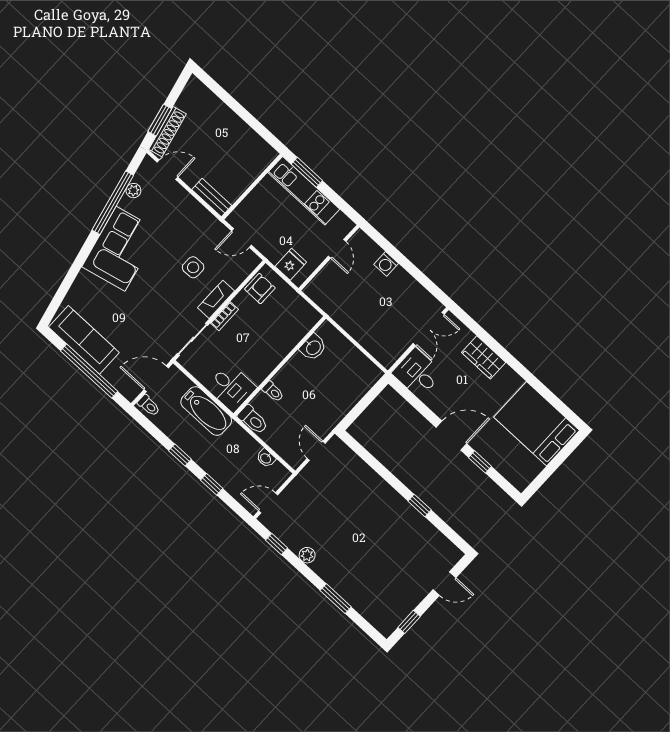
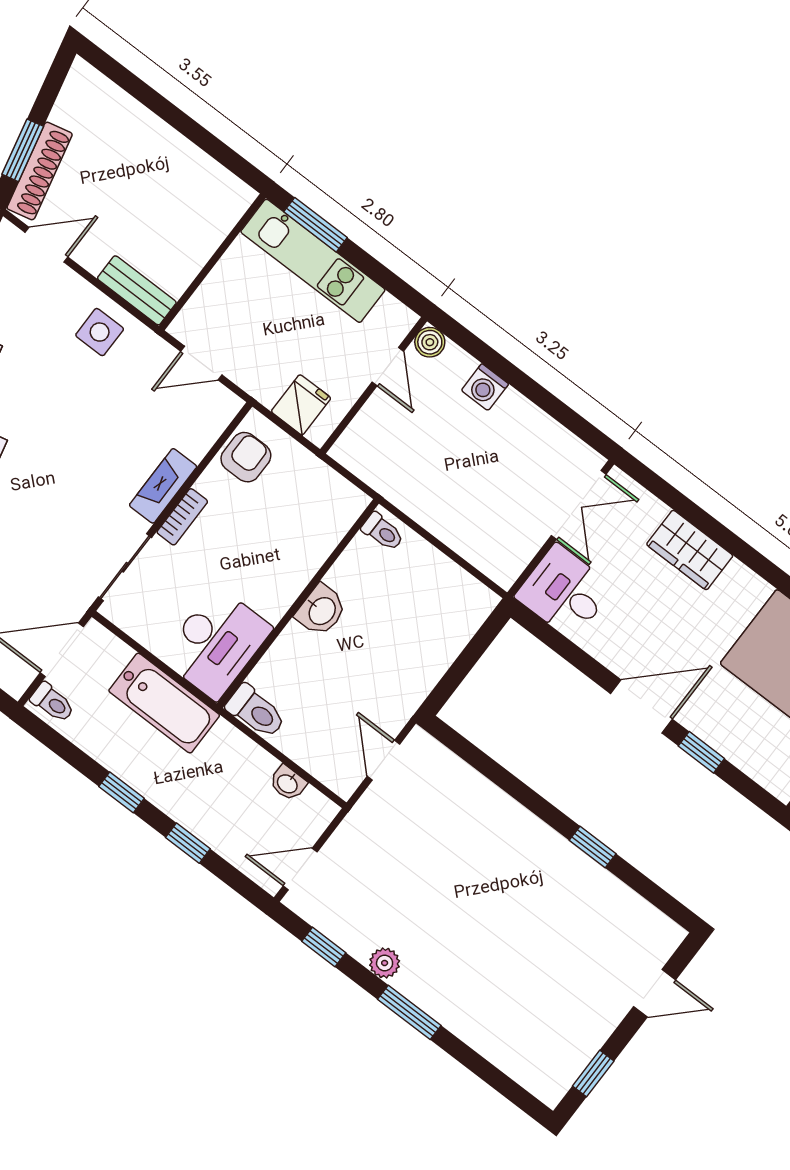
boiler: (360, 238) -> (430, 342), added
side table: (193, 267) -> (100, 332), moved
washbasin: (313, 347) -> (321, 610), moved
desk: (231, 388) -> (216, 643), width x1.37
toilet: (273, 392) -> (383, 532), moved
window: (336, 599) -> (409, 1012), moved

